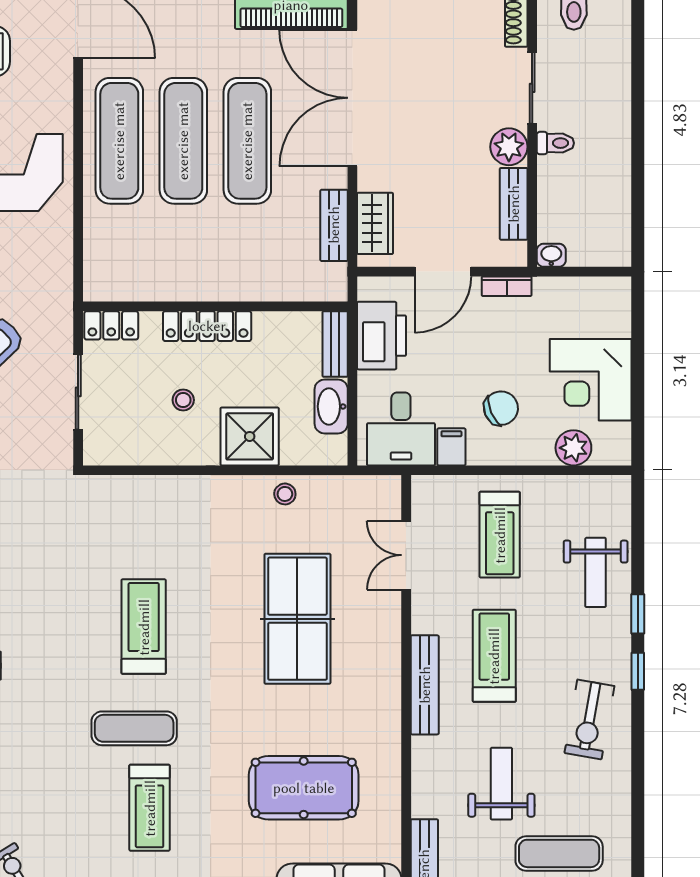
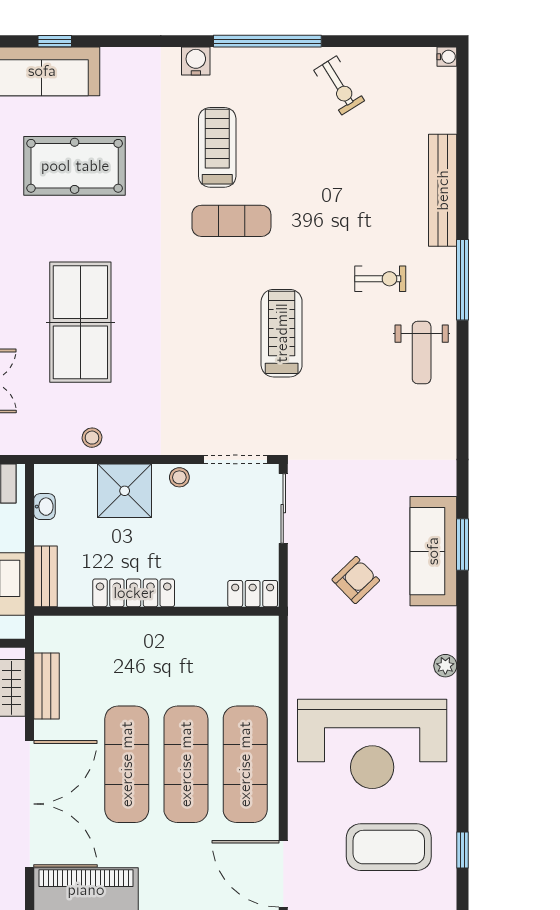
locker: (207, 326) -> (134, 593), moved
sliding door: (78, 392) -> (283, 509), moved
stool: (183, 400) -> (179, 477), moved
washbasin: (331, 406) -> (44, 507), width x0.52, depth x0.69
doorway: (130, 470) -> (235, 460), added
treadmill: (144, 627) -> (282, 333), moved, turned 180

